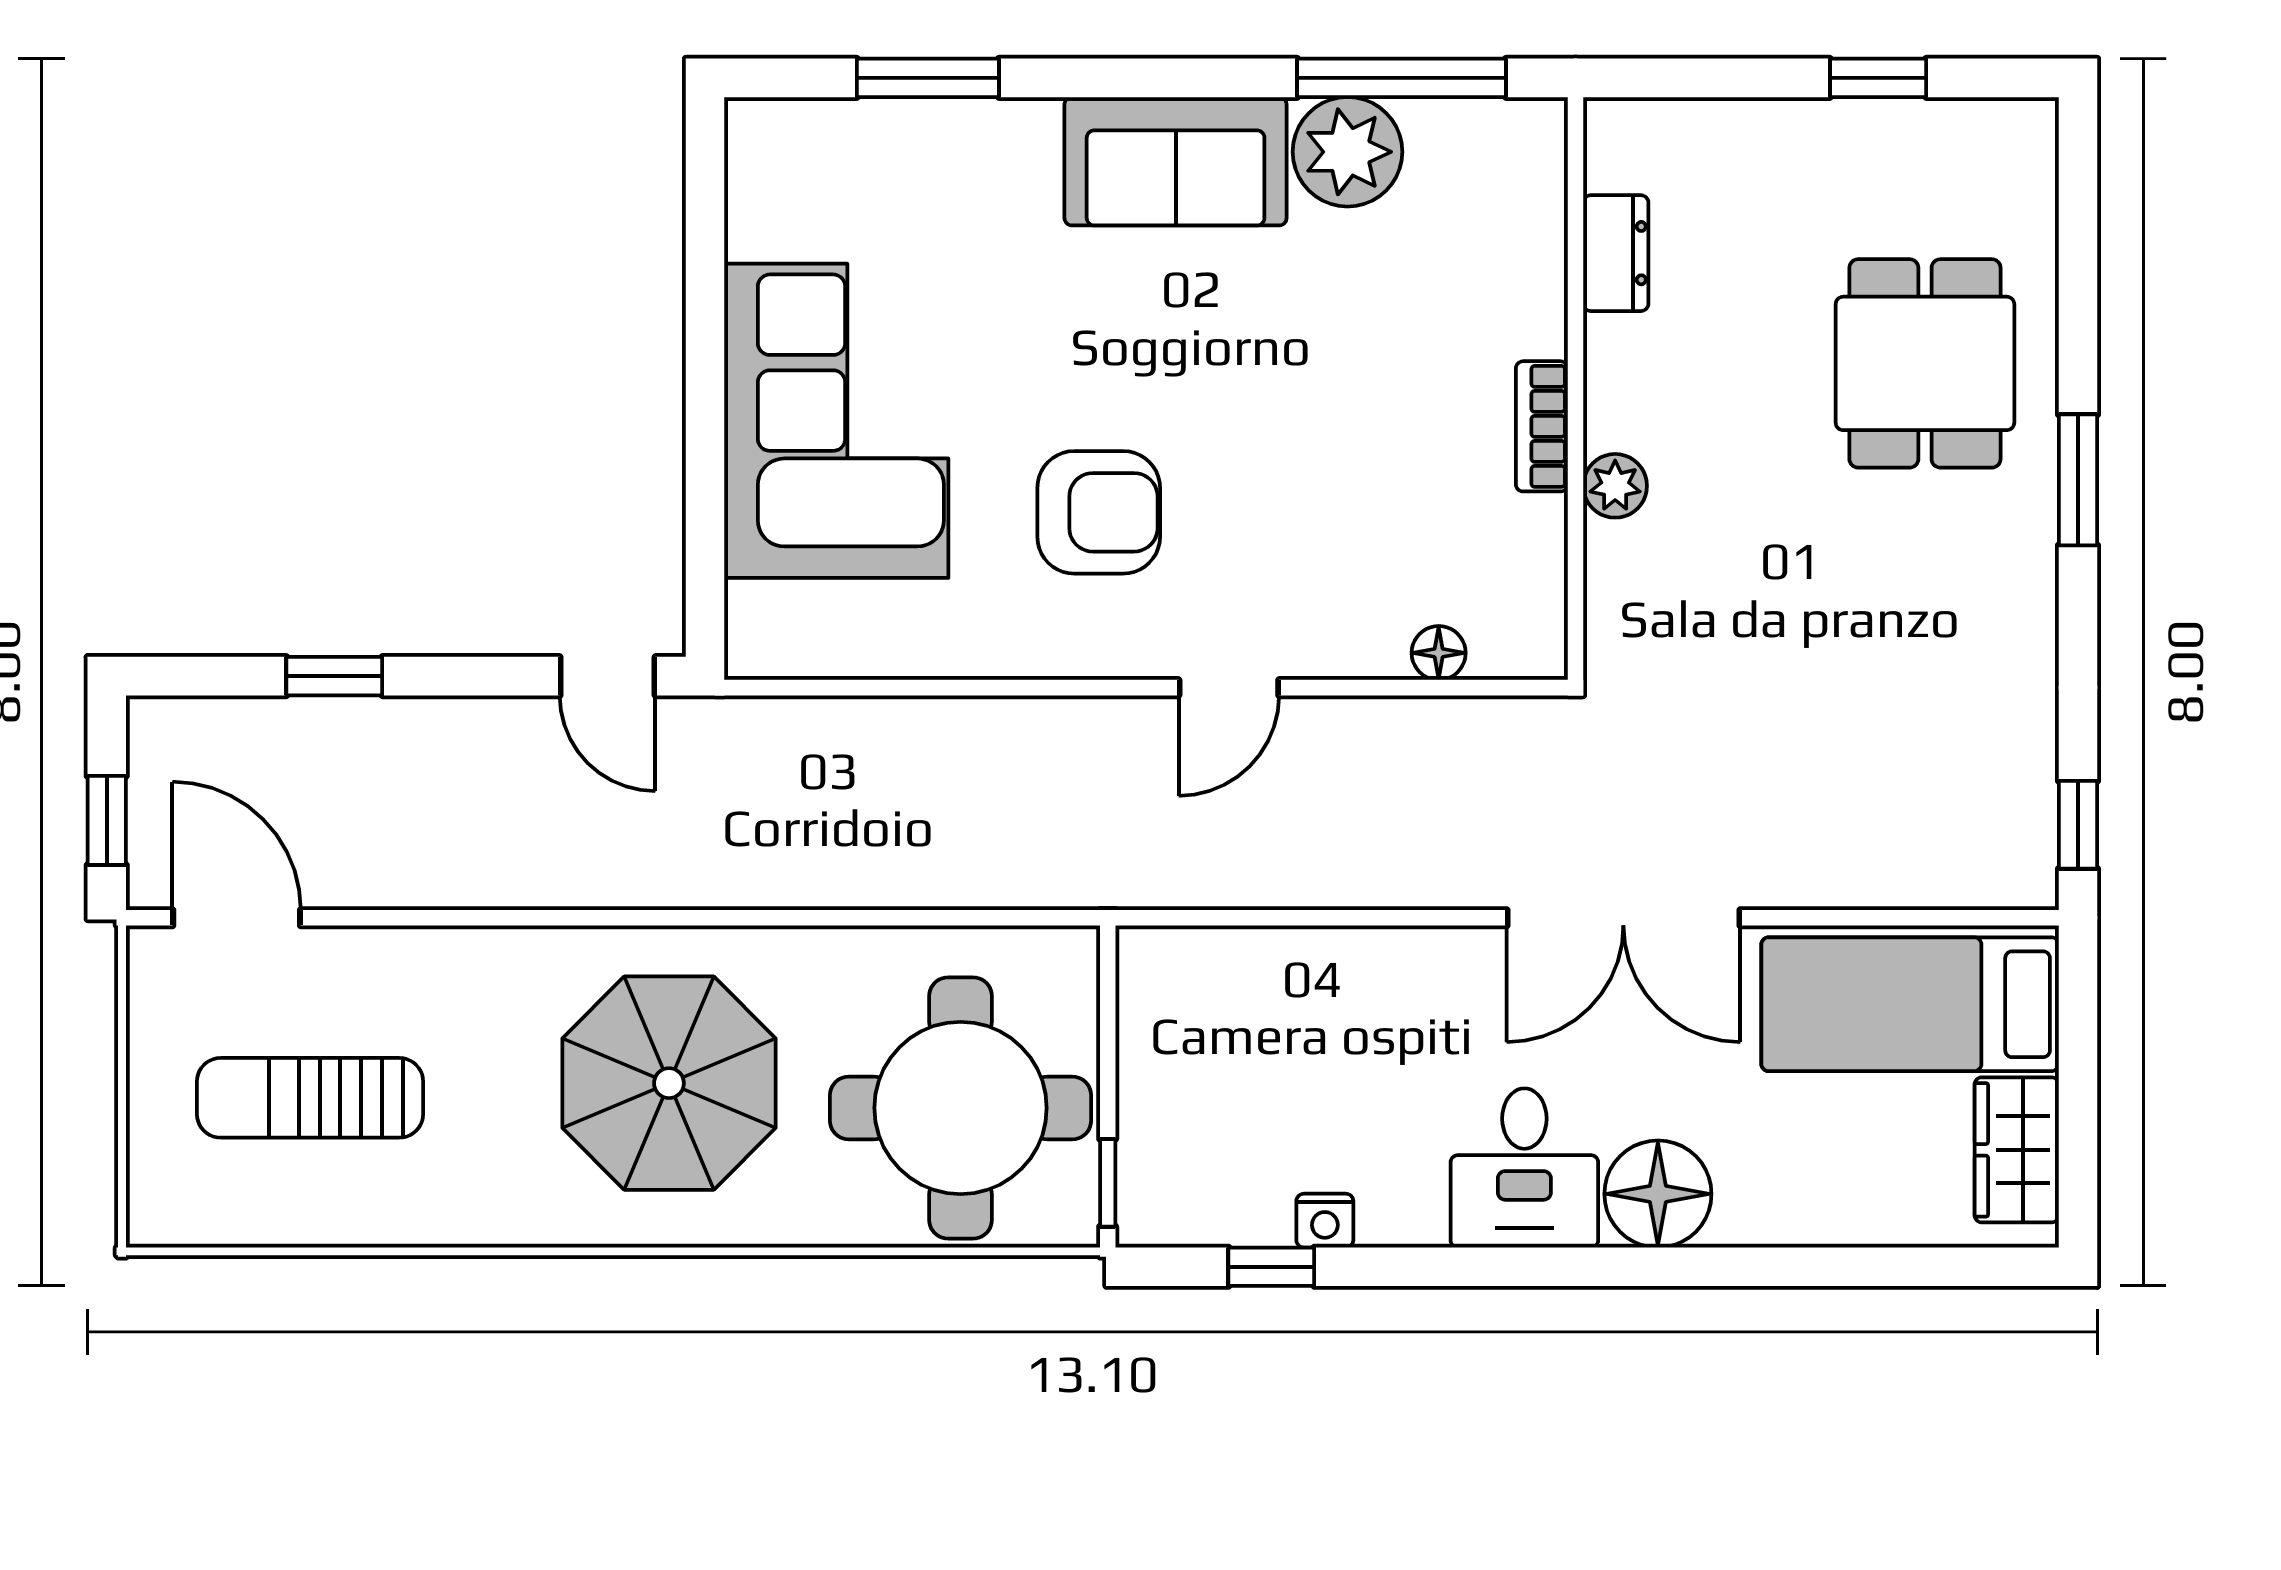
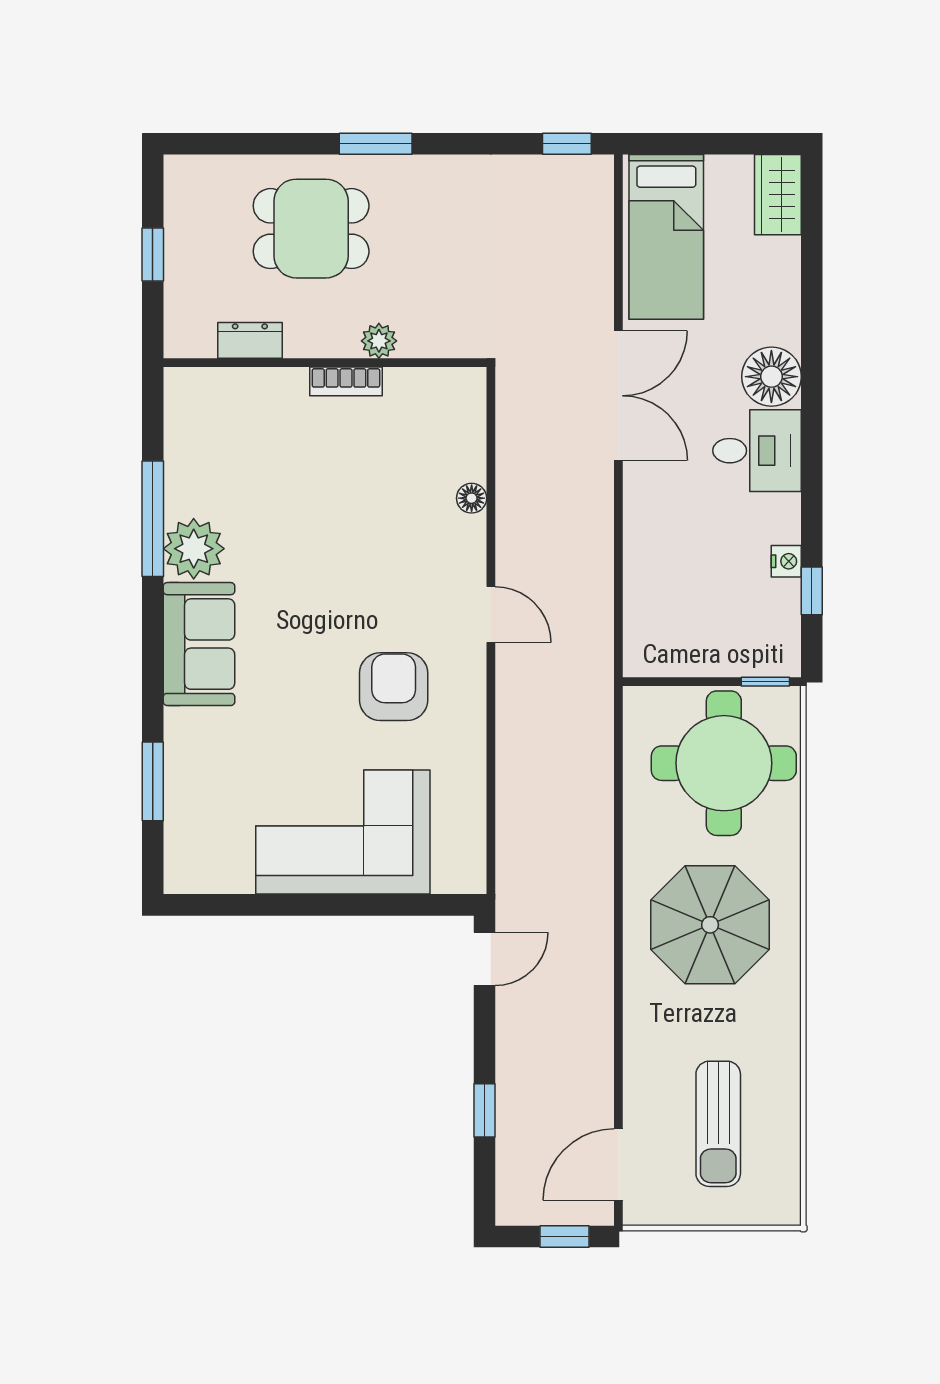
dresser: (1616, 253) -> (250, 340), moved
wall: (1576, 388) -> (325, 363), moved
bookcase: (1542, 426) -> (346, 381), moved
plant: (1615, 486) -> (379, 341), moved
wardrobe: (2017, 1150) -> (778, 195), moved, turned 90

